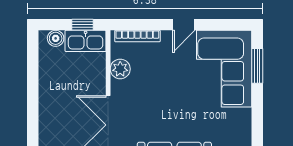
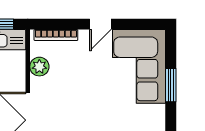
window: (257, 66) -> (171, 85), moved

